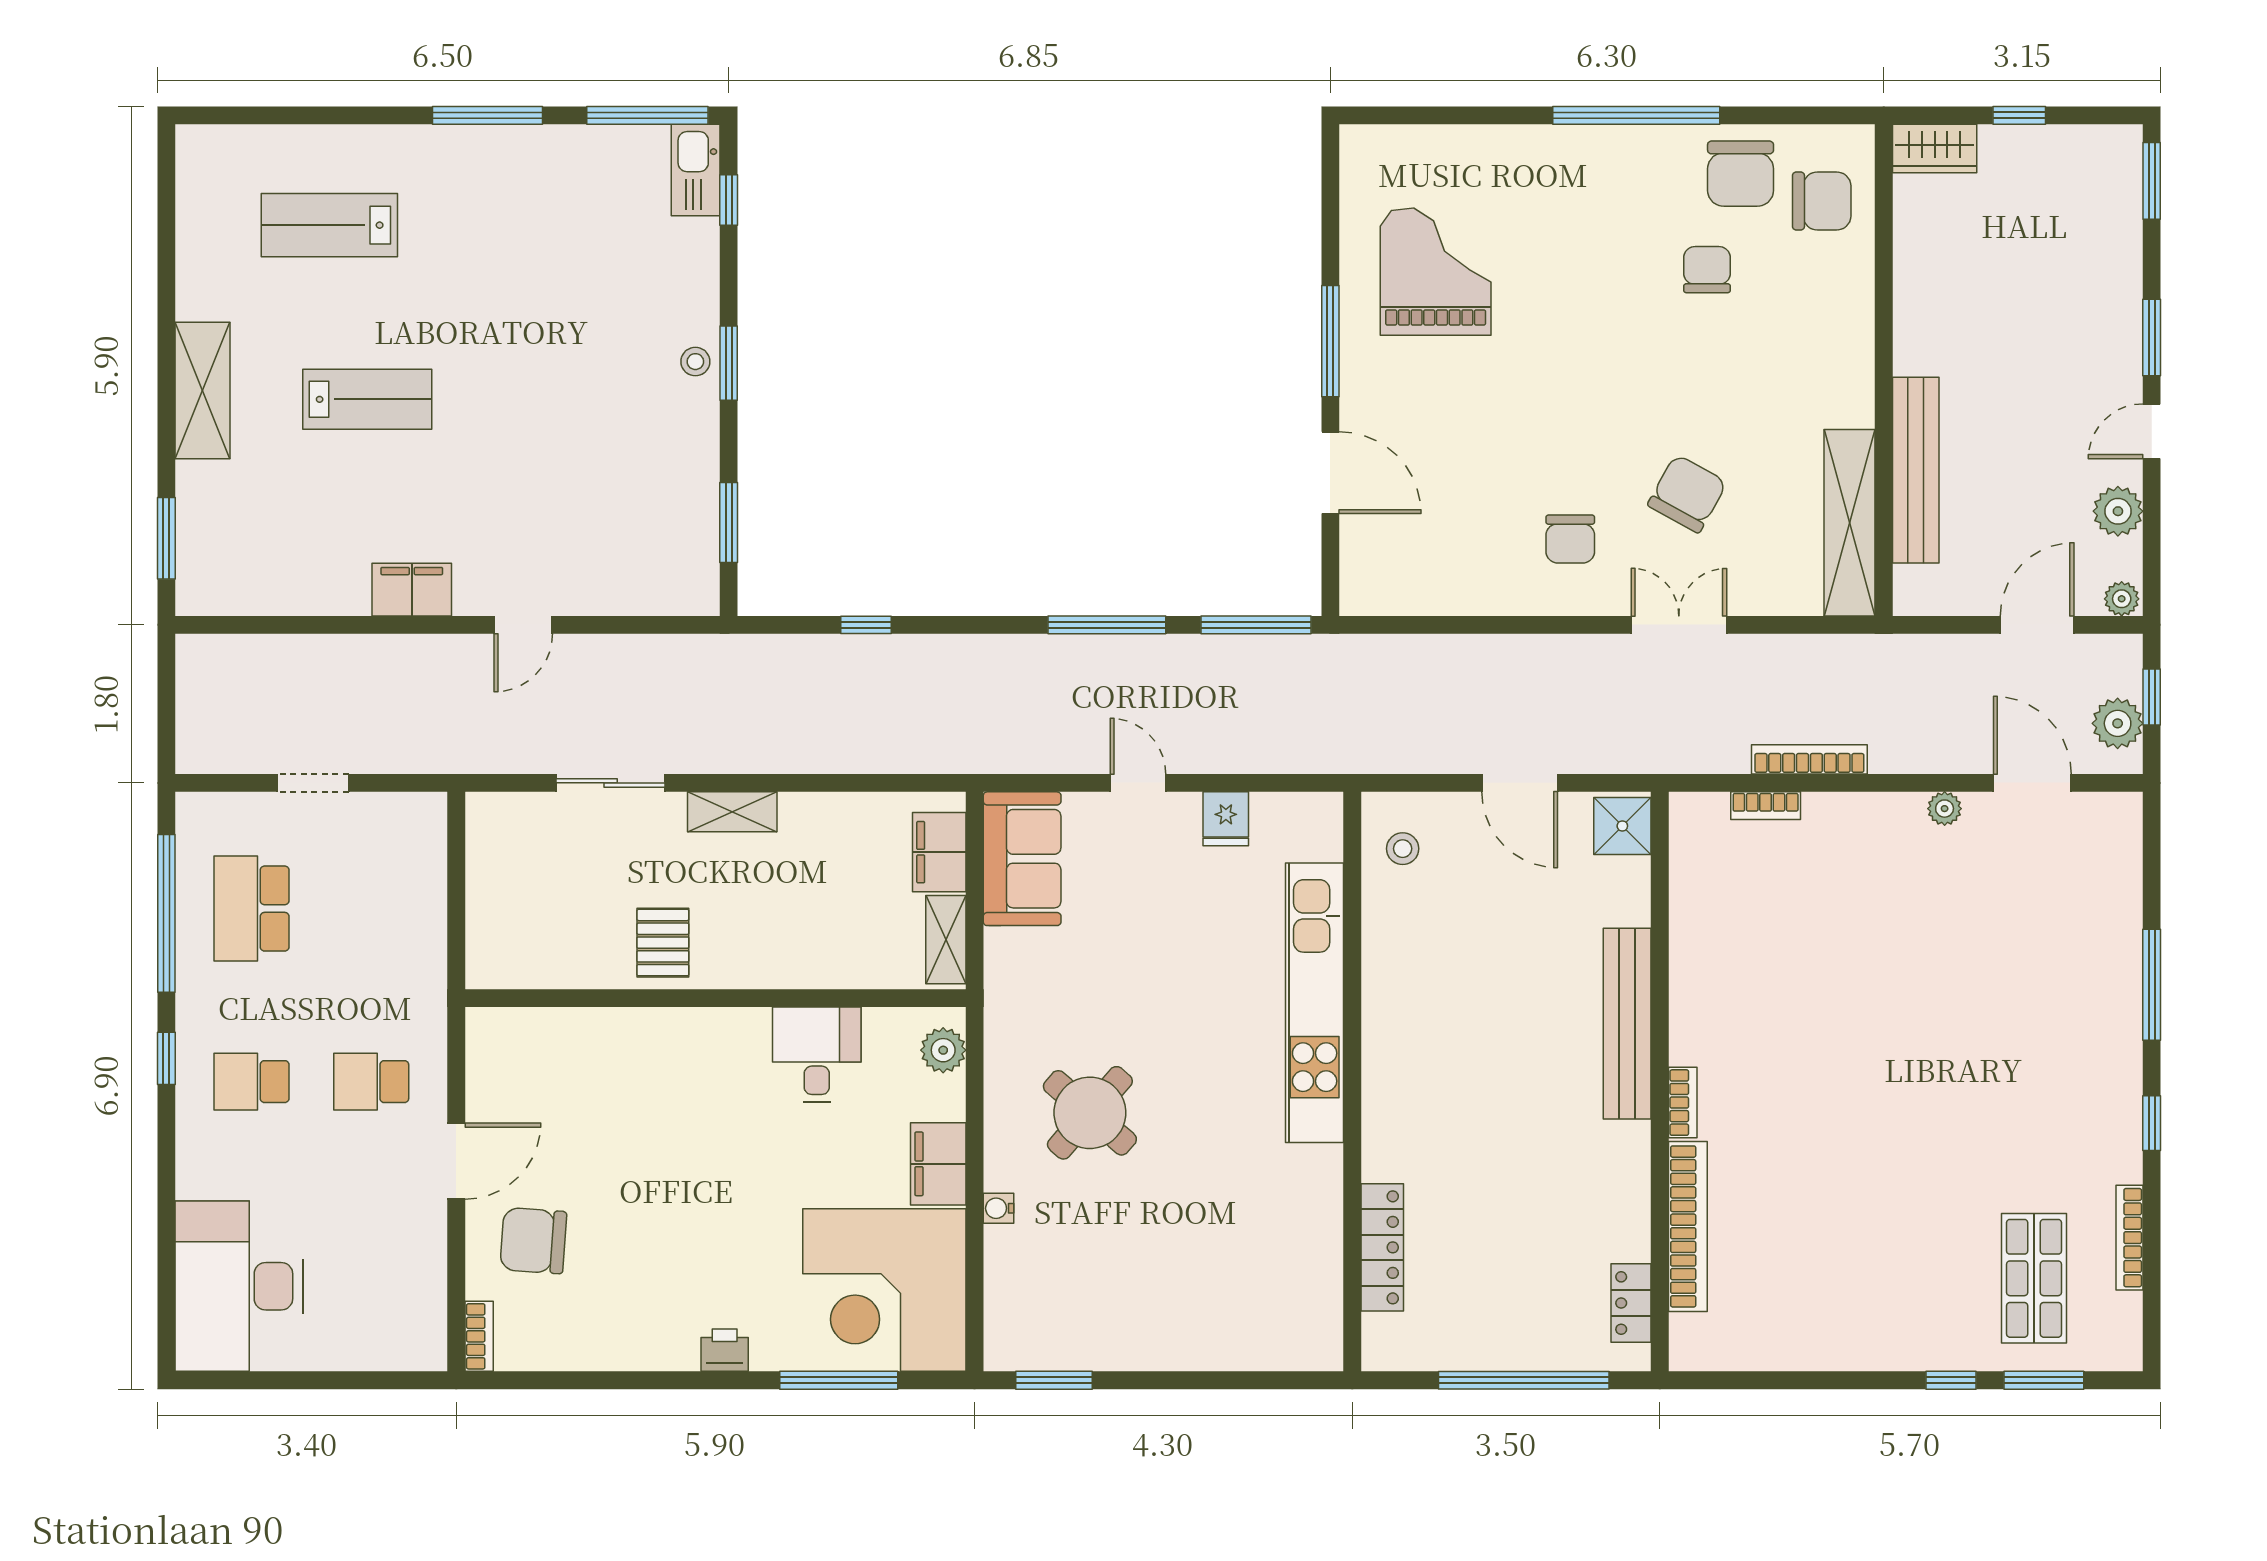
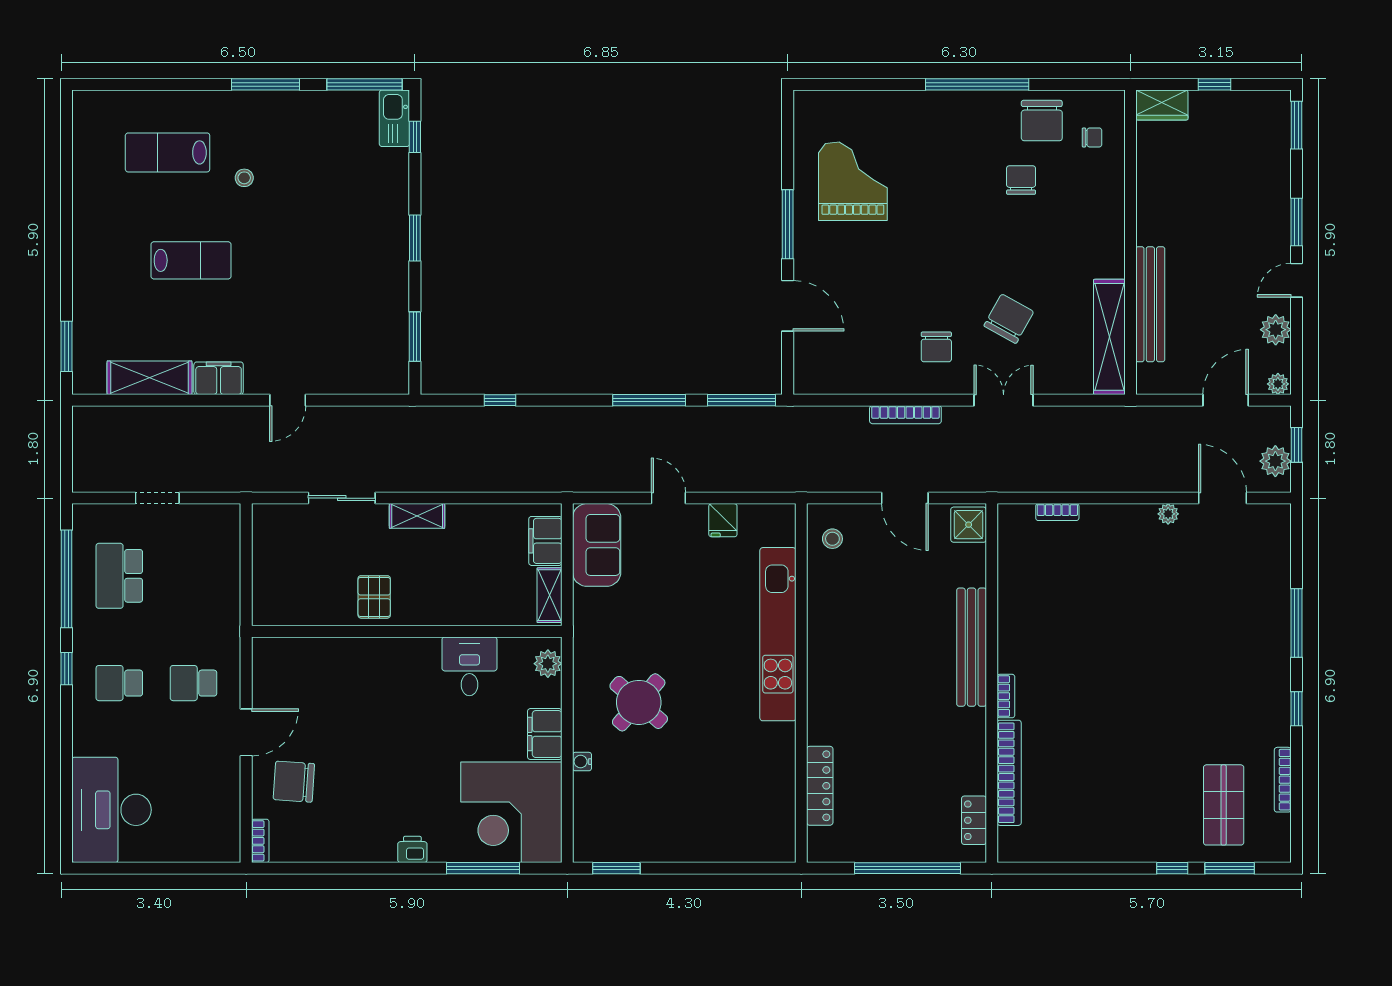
chair: (1822, 201) -> (1092, 137), width x0.54, depth x0.54
stool: (695, 362) -> (244, 178), moved
shelving: (202, 391) -> (149, 378), moved, turned 90
bookcase: (1809, 759) -> (905, 415), moved, turned 180

